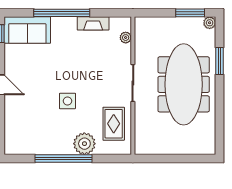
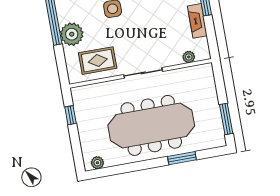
plant: (210, 23) -> (97, 163), moved
window: (160, 158) -> (71, 115), added

